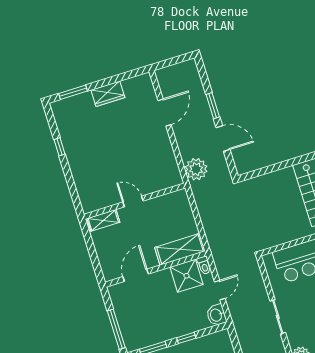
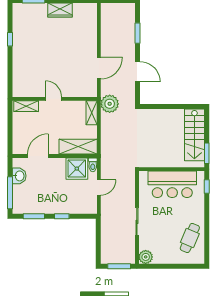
window: (213, 106) -> (138, 33), moved
door: (164, 113) -> (99, 68), moved
plant: (196, 169) -> (110, 104), moved
shelving: (184, 204) -> (92, 113), added
washbasin: (216, 315) -> (19, 176), moved, turned 180

